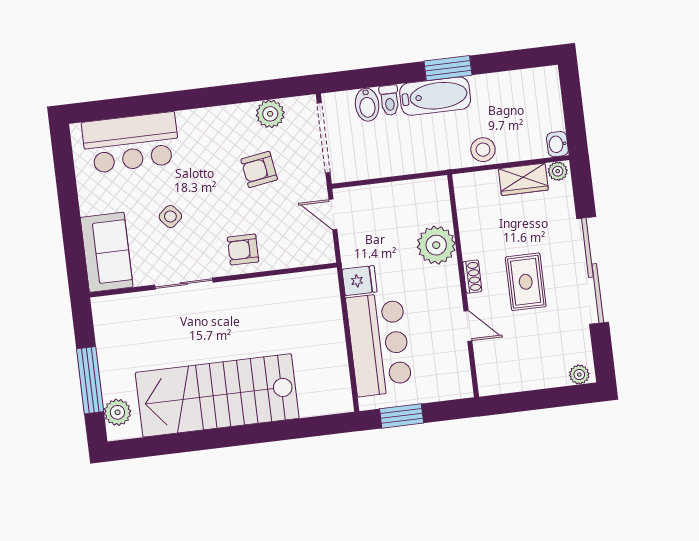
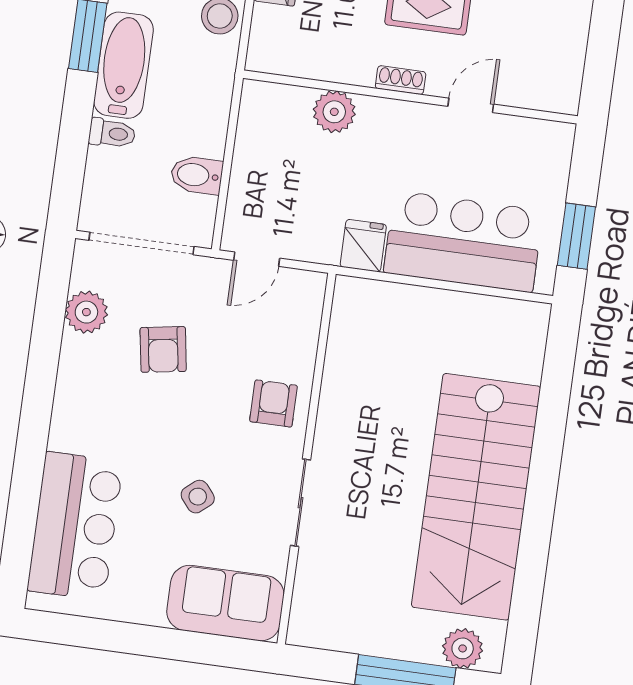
bidet: (367, 105) -> (197, 175), moved, turned 180
plant: (436, 245) -> (334, 112), width x0.73, depth x0.73
armchair: (243, 249) -> (273, 403), turned 180

